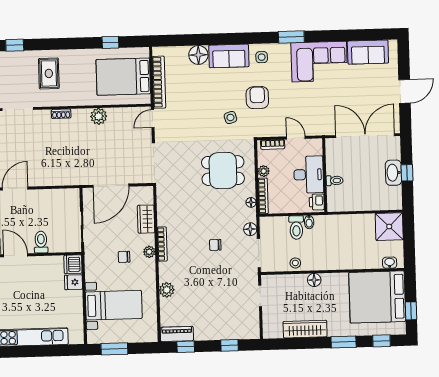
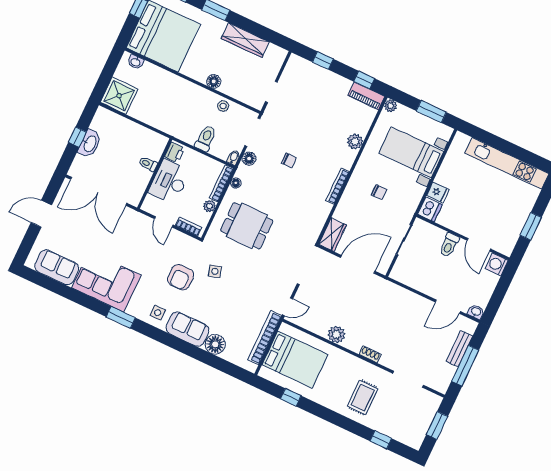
wardrobe: (146, 219) -> (333, 235), moved
bidet: (309, 222) -> (234, 157), moved
plant: (149, 252) -> (391, 106), moved

